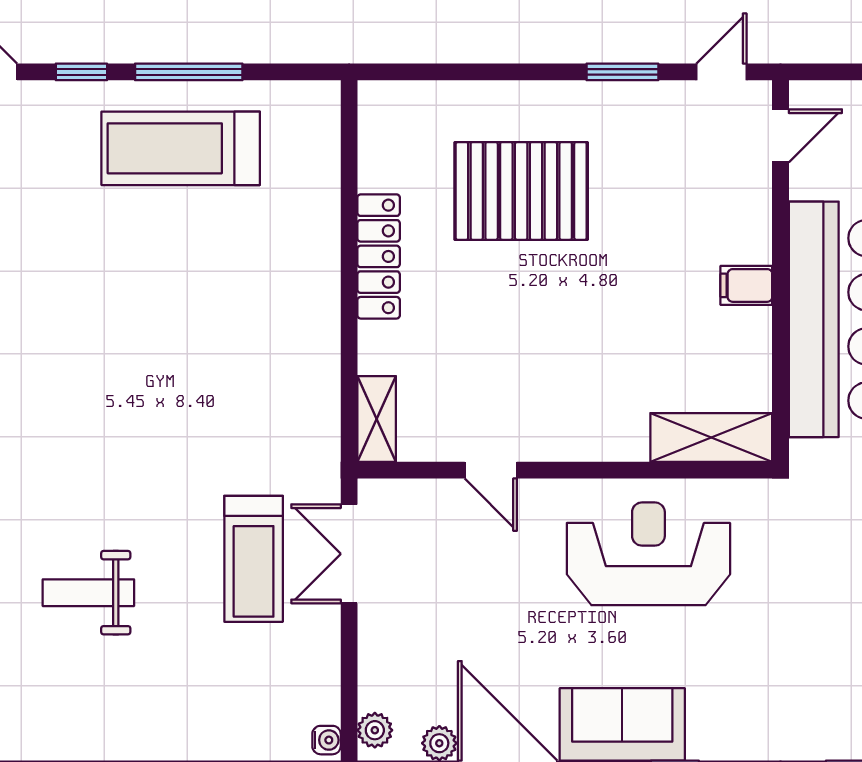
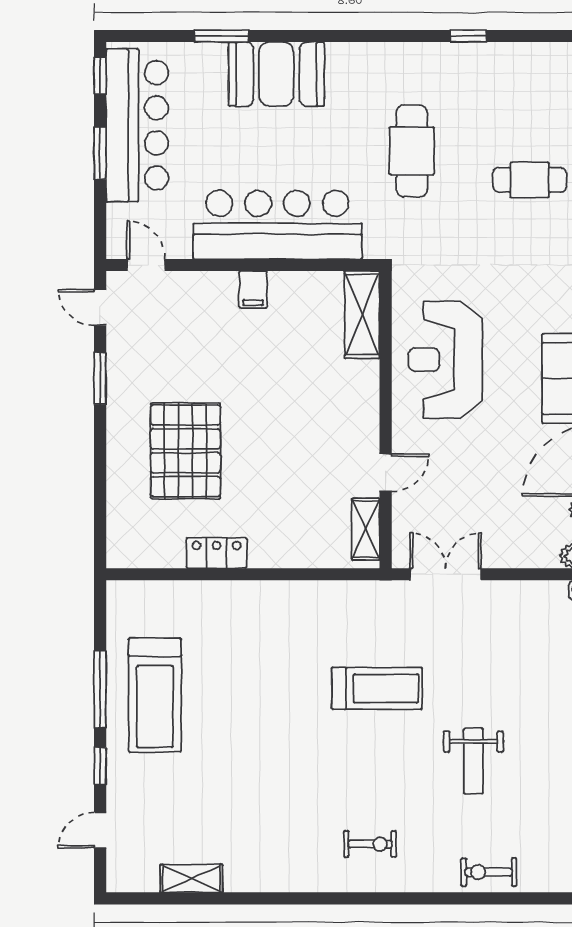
locker: (379, 256) -> (217, 553), width x0.66
shelving: (377, 419) -> (366, 529), moved, turned 90
double door: (349, 554) -> (446, 574), swing flipped
treadmill: (254, 559) -> (377, 688), moved

